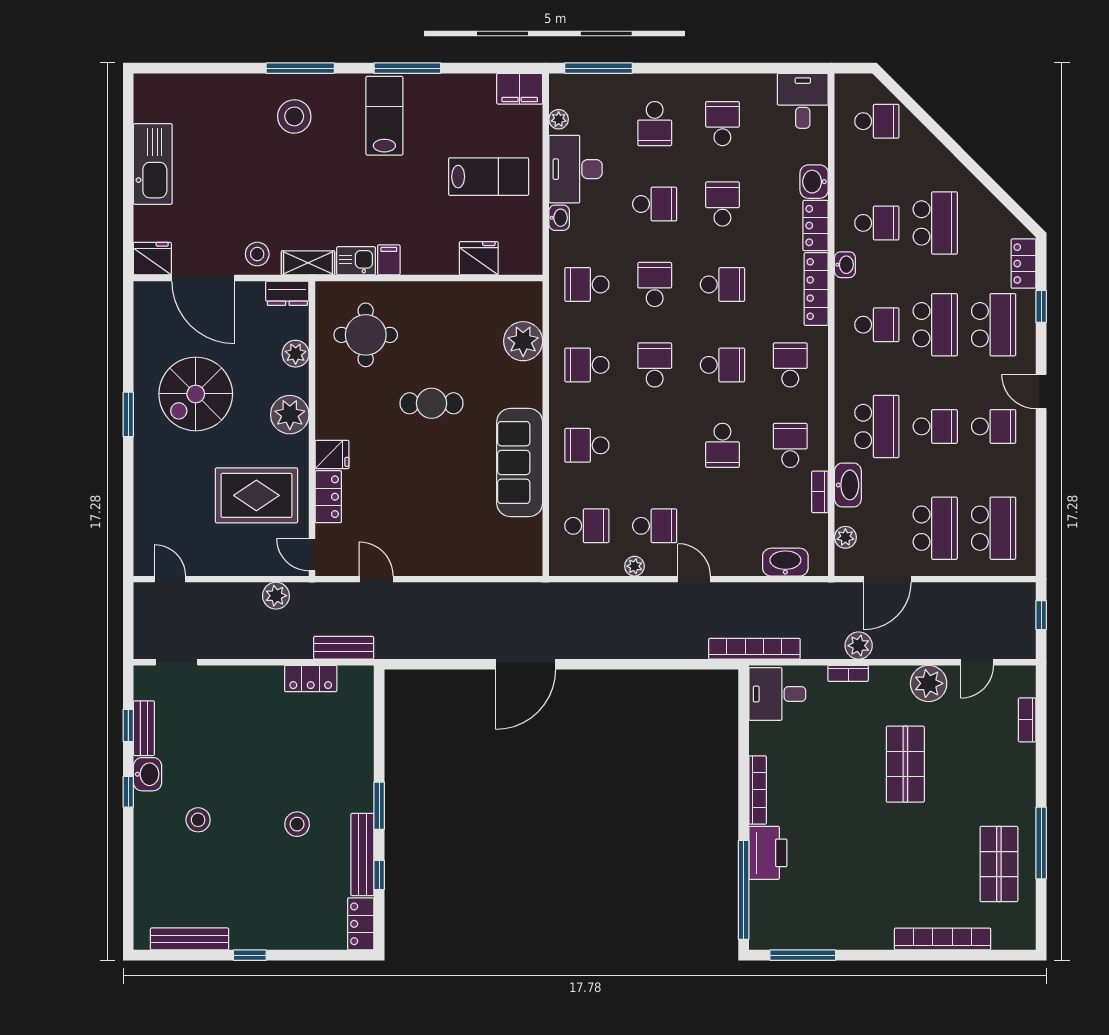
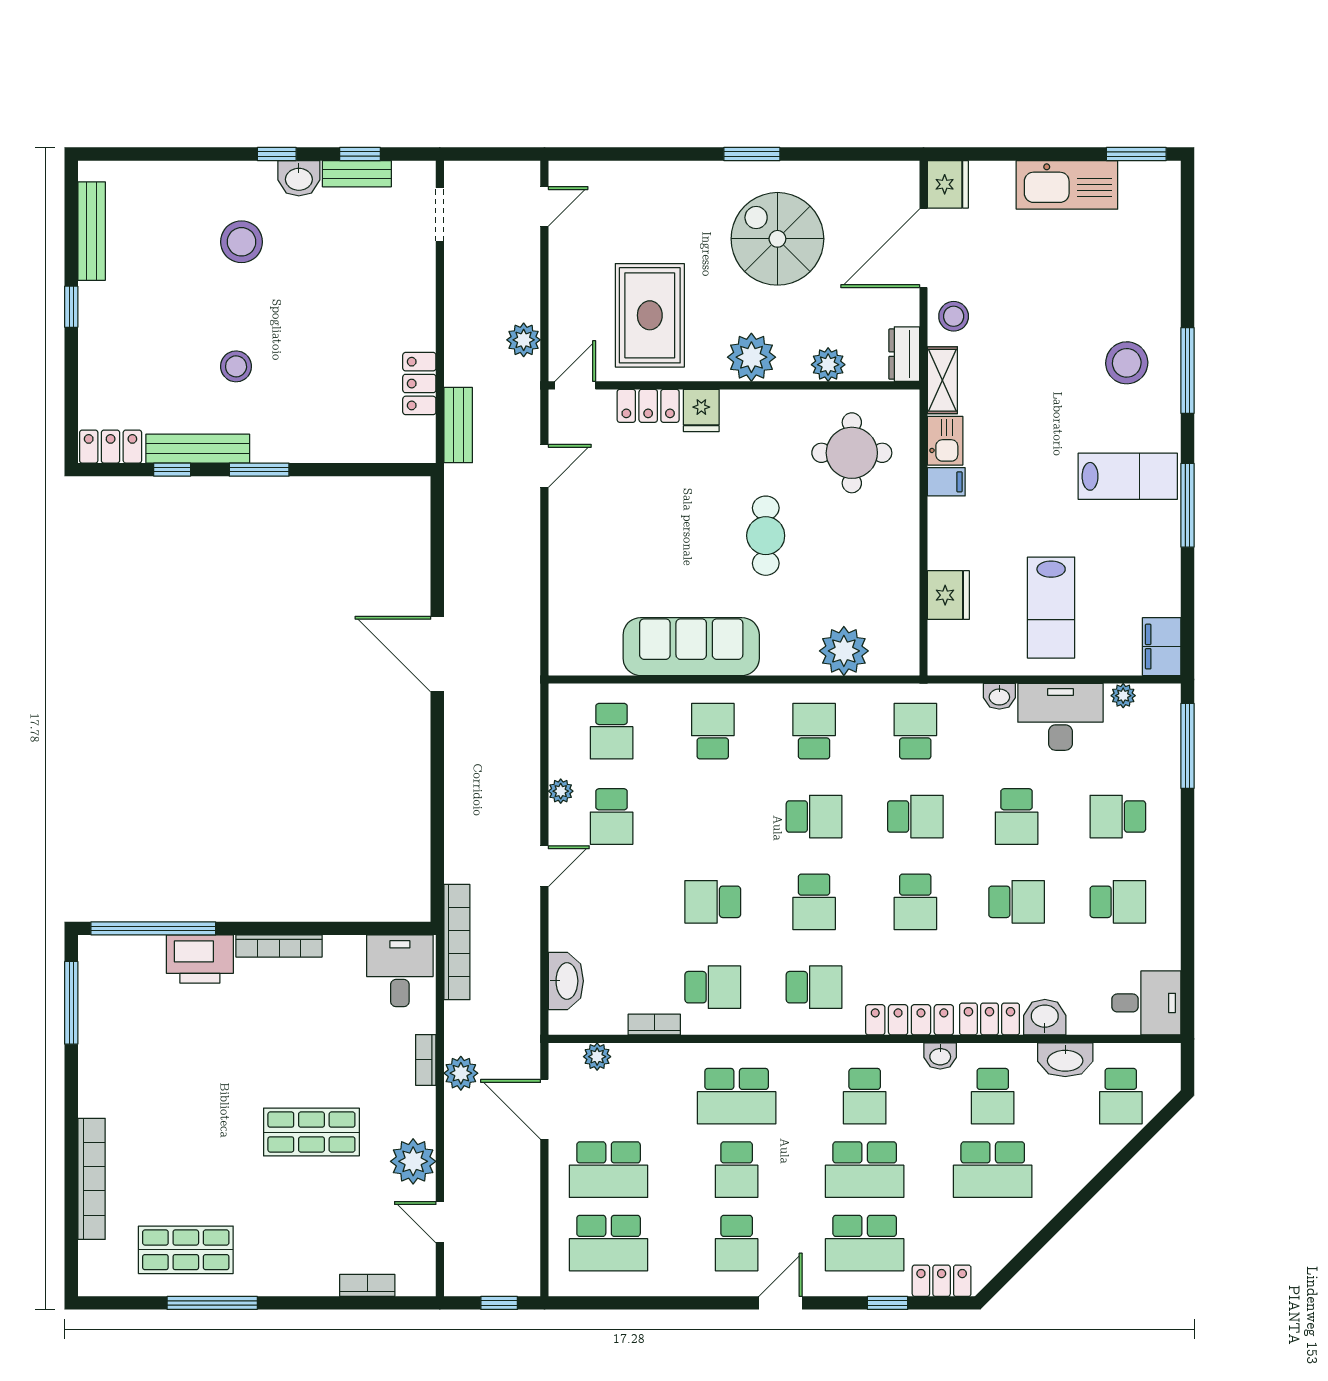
window: (128, 109) -> (1136, 154), added
washbasin: (848, 485) -> (1065, 1060), moved
stool: (198, 820) -> (242, 242), width x1.38, depth x1.38

